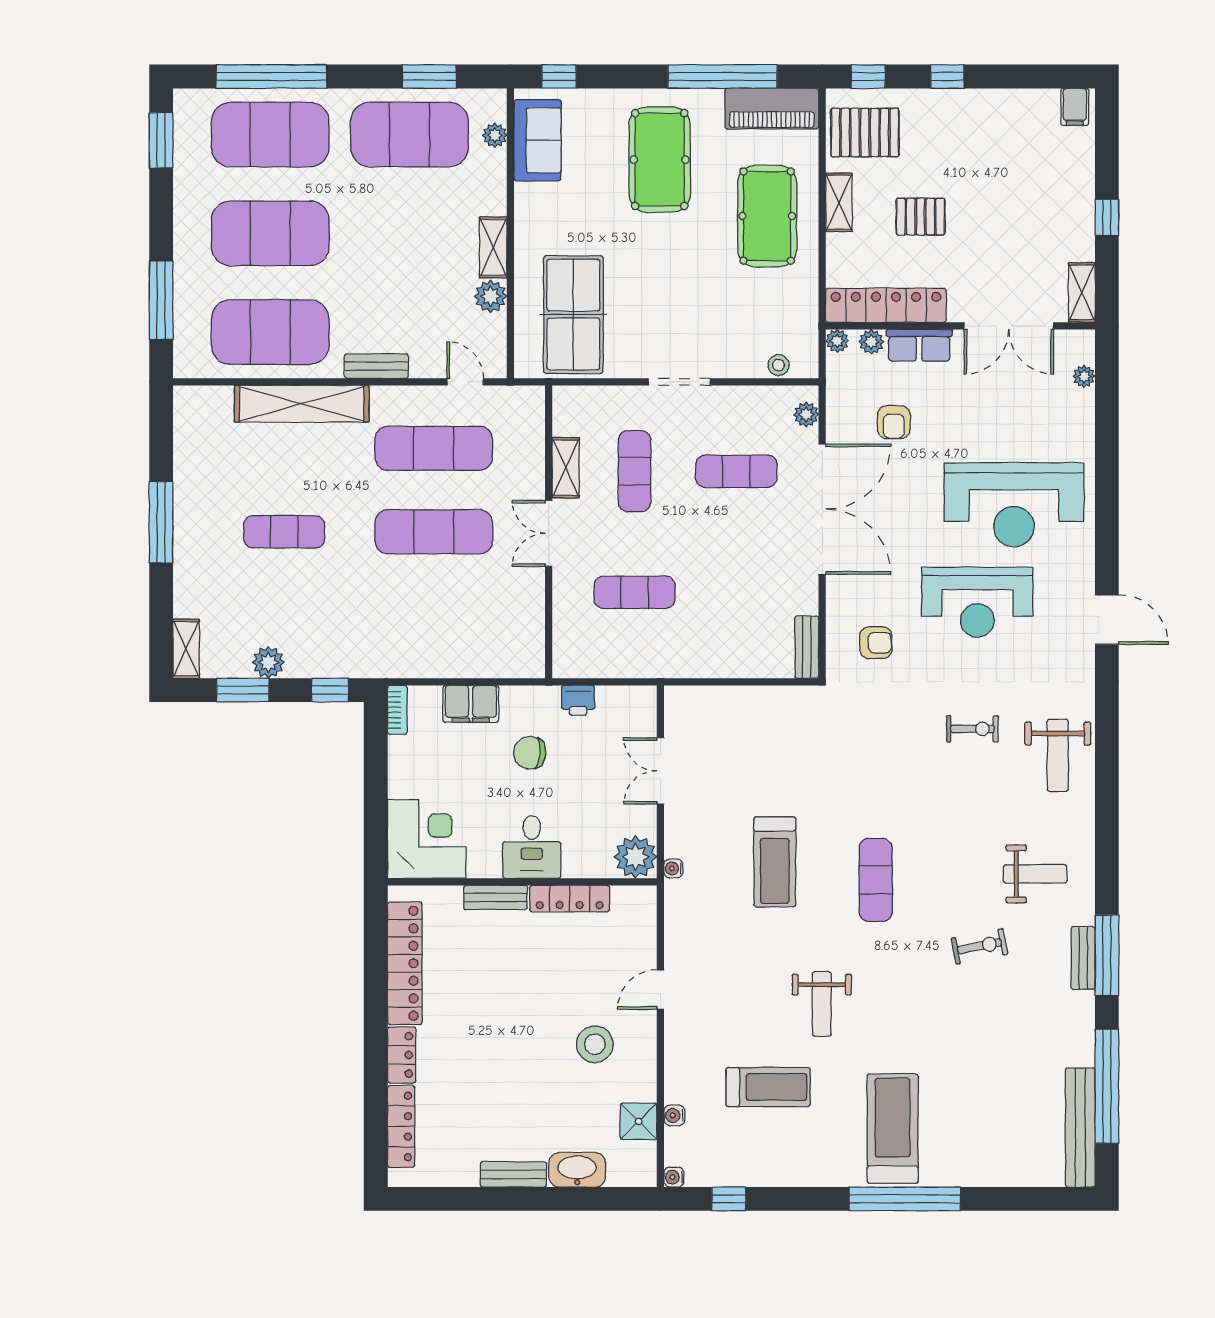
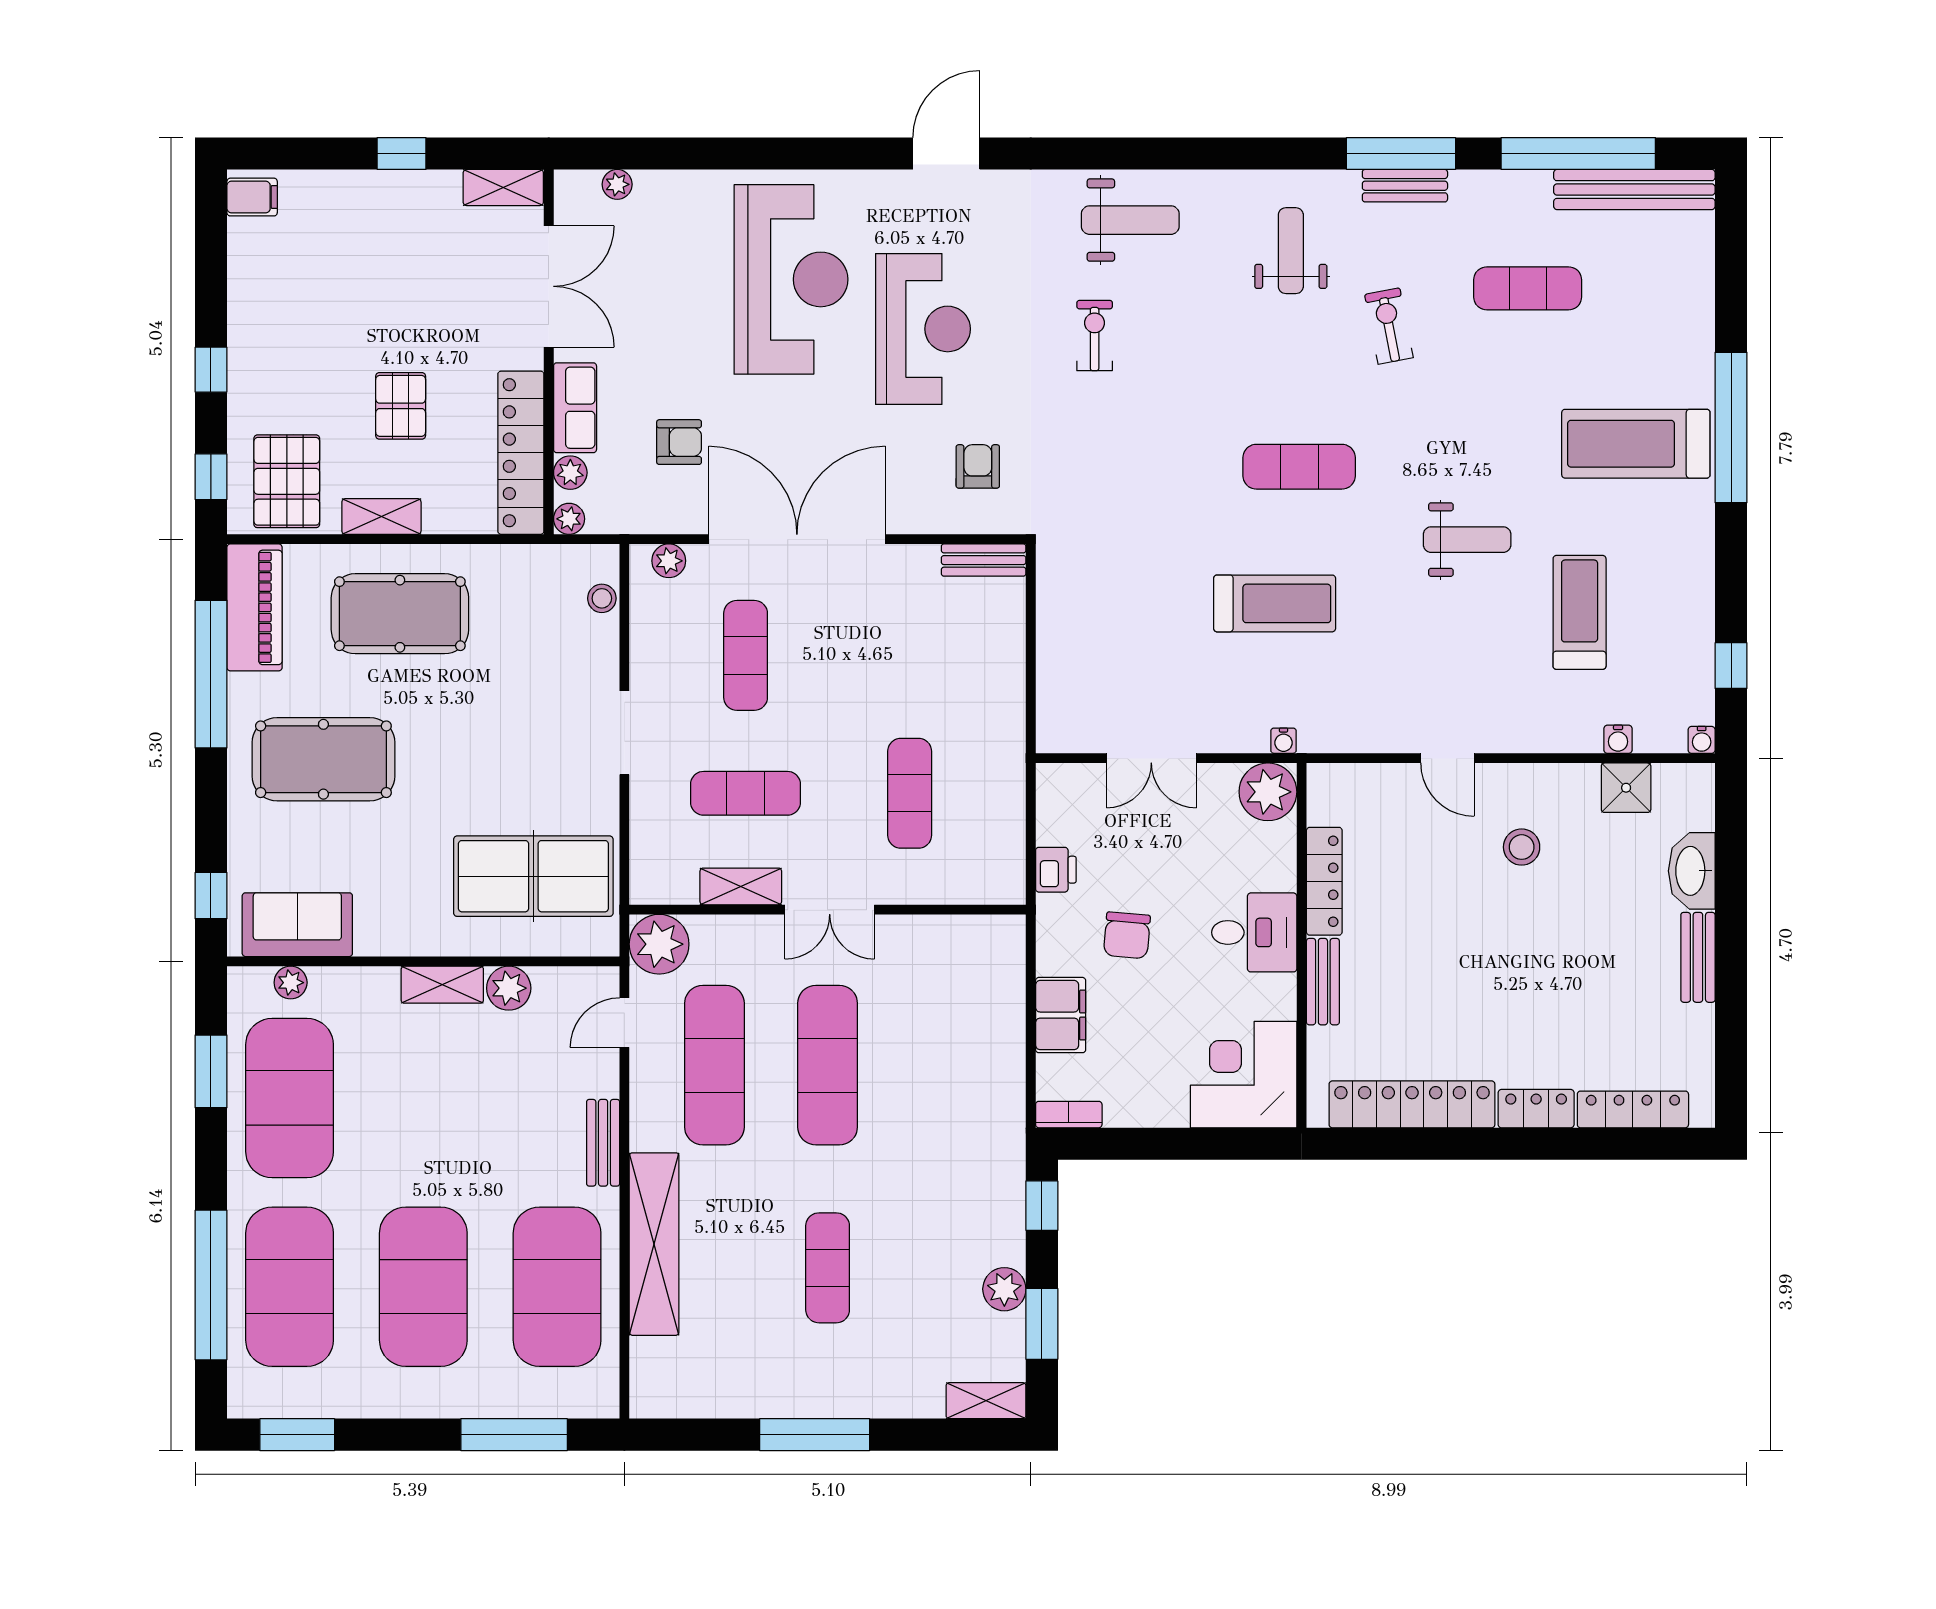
plant: (523, 407) -> (659, 944), added
stool: (595, 1044) -> (1522, 847), width x0.73, depth x0.73
exercise mat: (1007, 1049) -> (1528, 288), added

